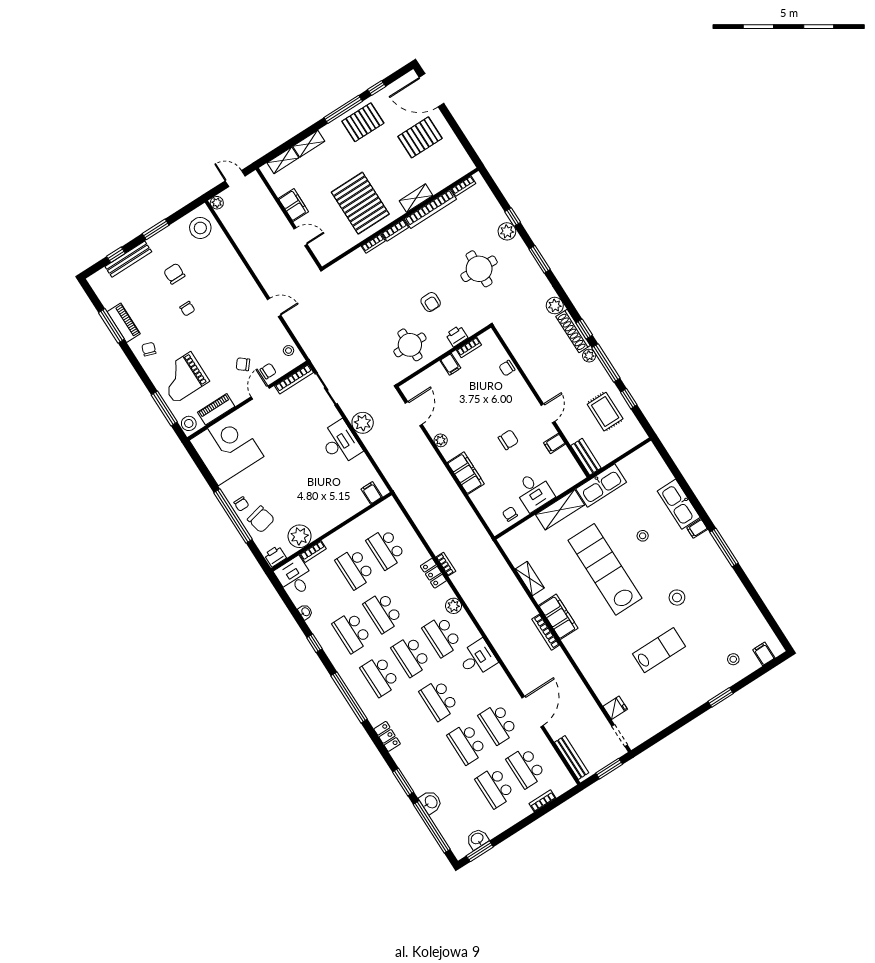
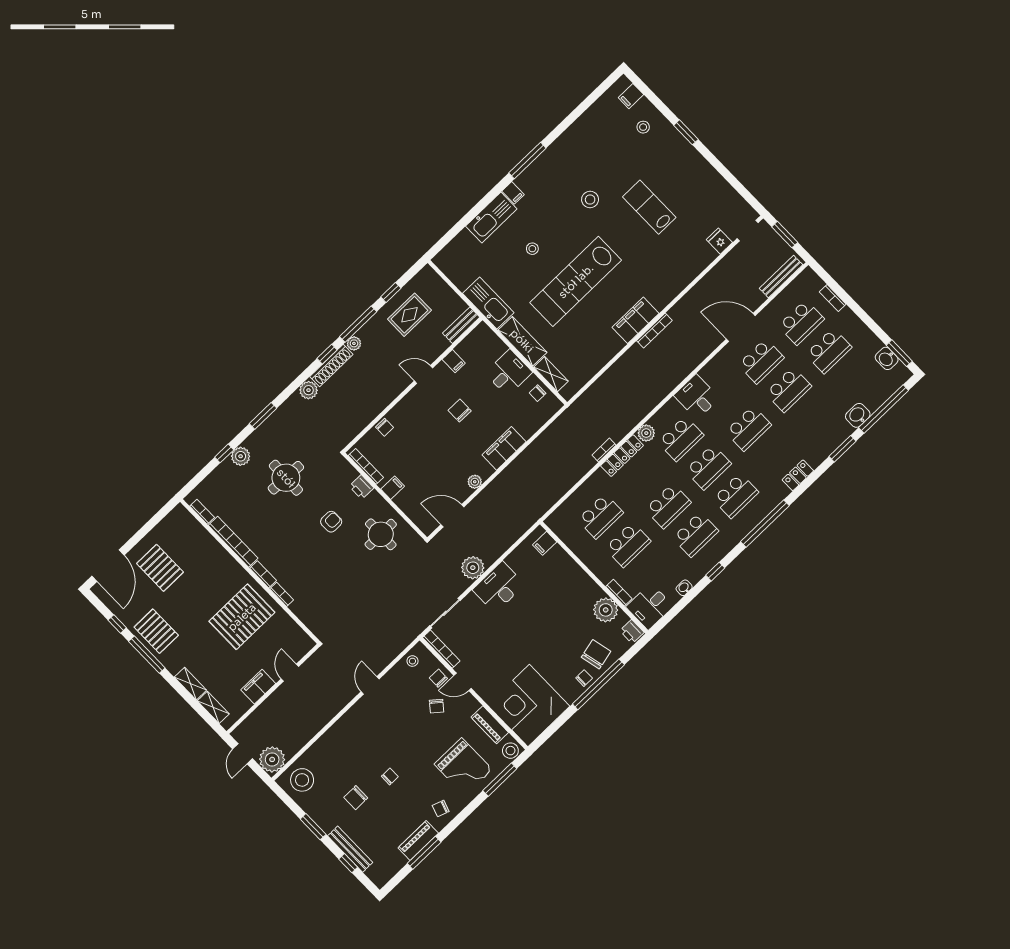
shelving: (416, 198) -> (225, 559), removed
plant: (217, 203) -> (272, 759), width x1.88, depth x1.88
bookcase: (469, 347) -> (366, 466), width x1.56
locker: (433, 573) -> (622, 456), width x1.53
shelving: (530, 578) -> (551, 374), moved, turned 90

